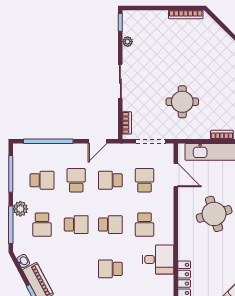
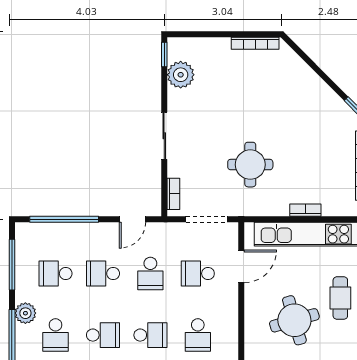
plant: (128, 42) -> (181, 75), width x1.87, depth x1.87
door: (176, 175) -> (241, 266), hinge flipped
school desk: (42, 180) -> (56, 274), turned 180
school desk: (76, 180) -> (103, 274), turned -90
school desk: (110, 180) -> (150, 274), turned -90
school desk: (144, 180) -> (198, 274), turned -90

